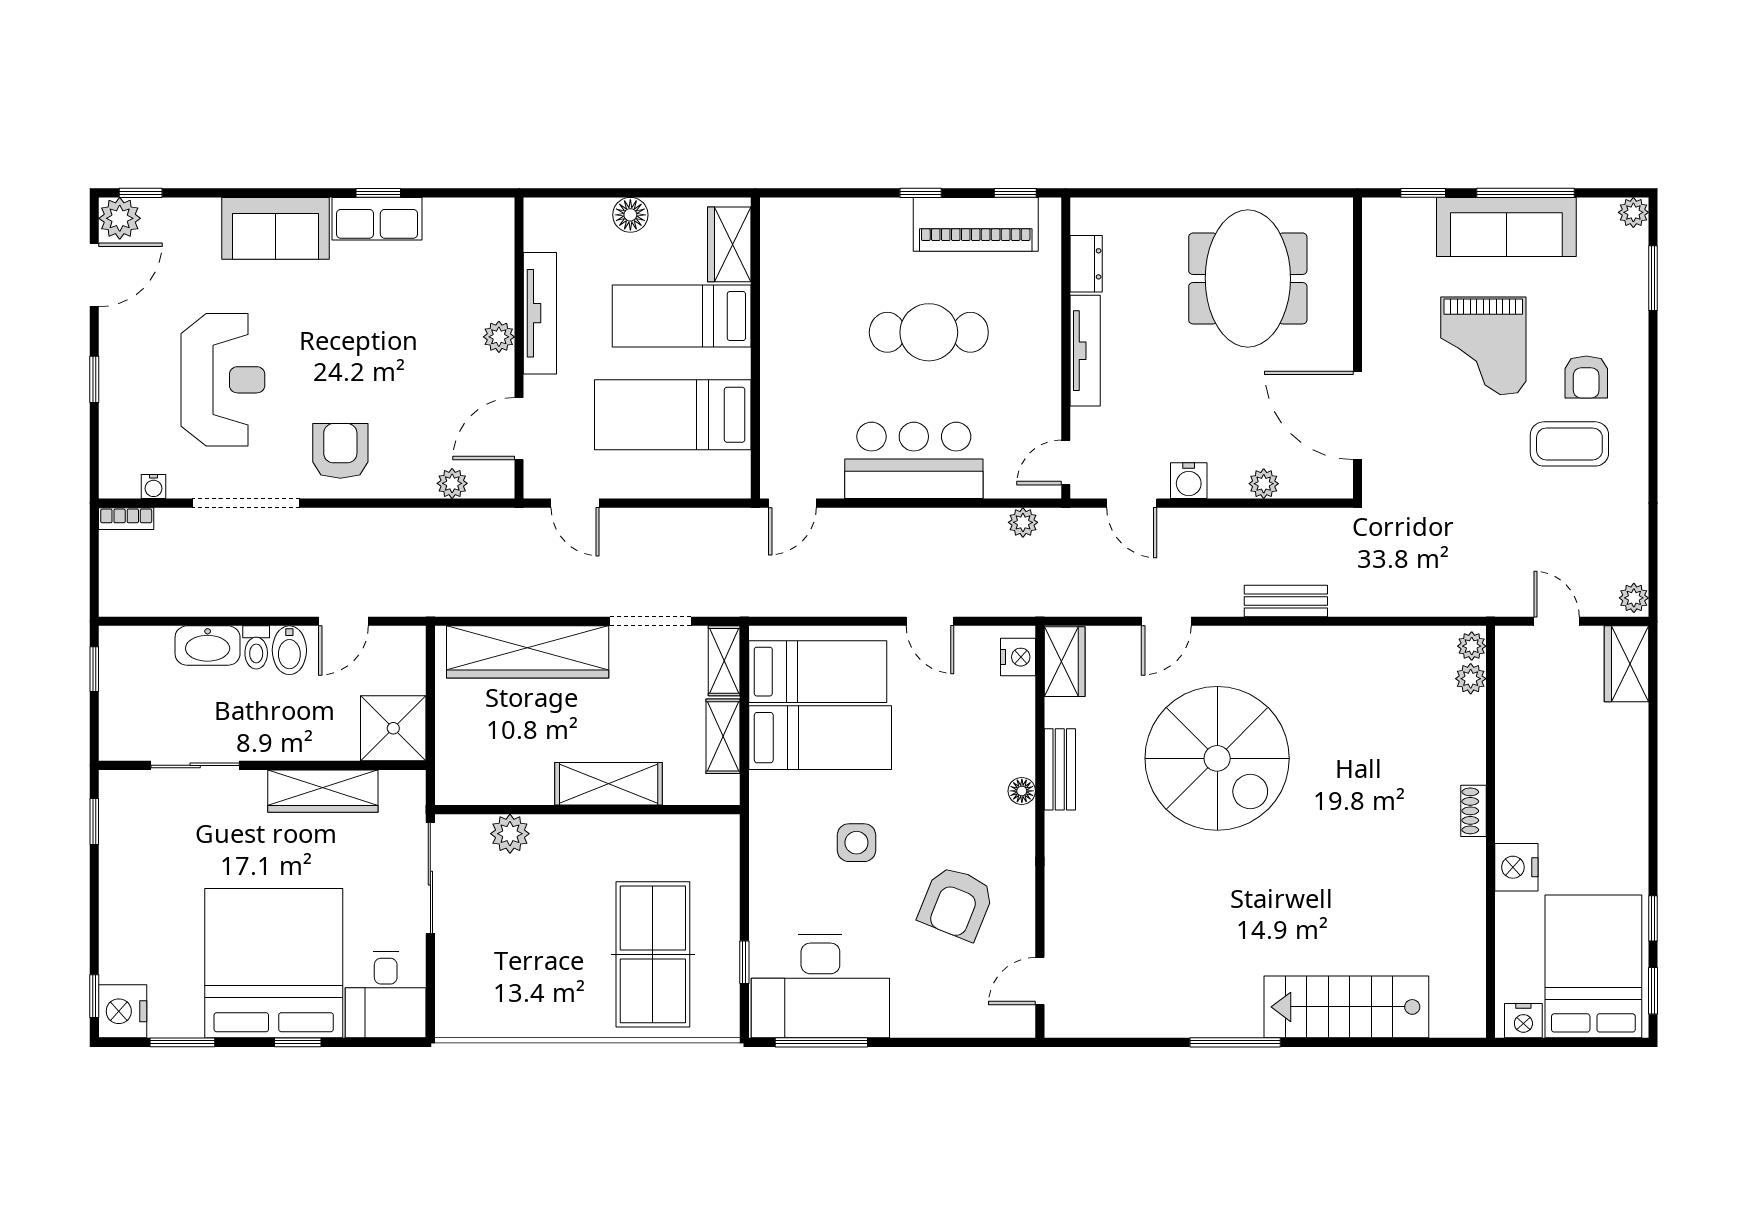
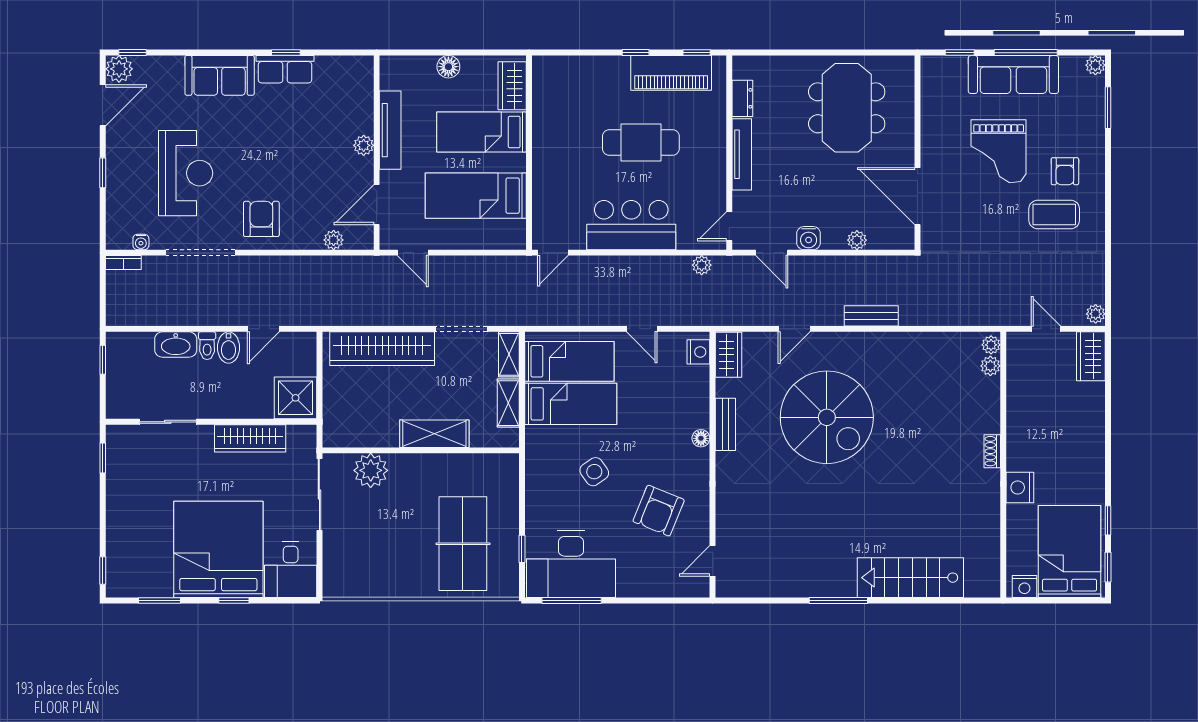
plant: (510, 834) -> (371, 470), width x1.36, depth x1.36
side table: (856, 843) -> (594, 472), turned -35
nightstand: (123, 1011) -> (121, 580), removed

